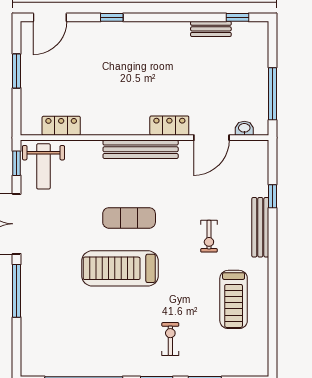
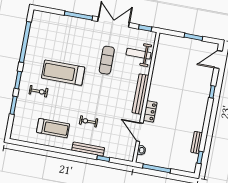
door: (50, 17) -> (218, 59), hinge flipped
locker: (61, 126) -> (160, 55), removed
weight bench: (43, 166) -> (139, 54), moved
exercise mat: (129, 218) -> (107, 60), moved
treadmill: (120, 268) -> (63, 73), moved, turned -90
treadmill: (234, 299) -> (53, 128), turned 180

